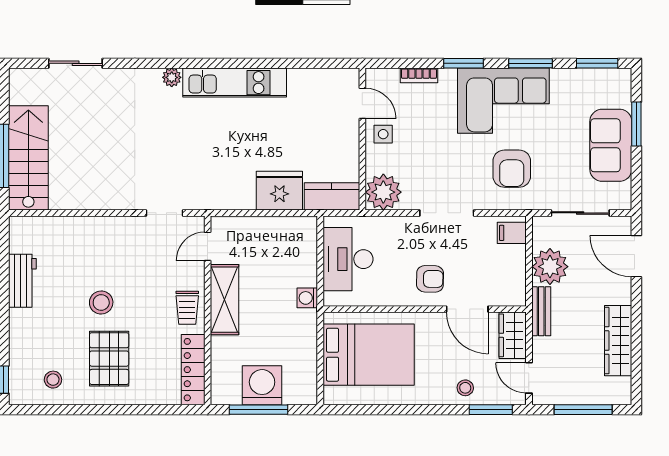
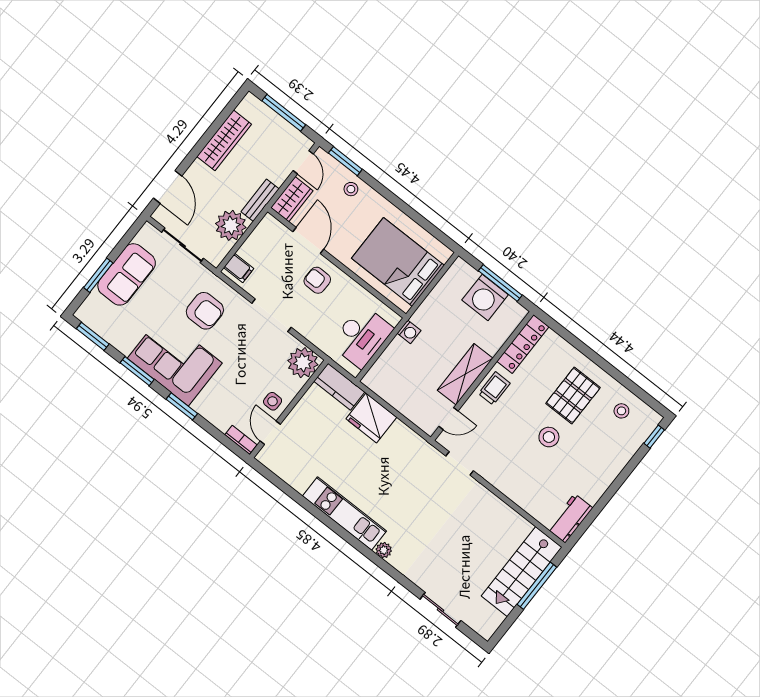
bookcase: (419, 75) -> (241, 440), moved
armchair: (512, 169) -> (205, 311), turned 90
workbench: (22, 281) -> (570, 518), moved

